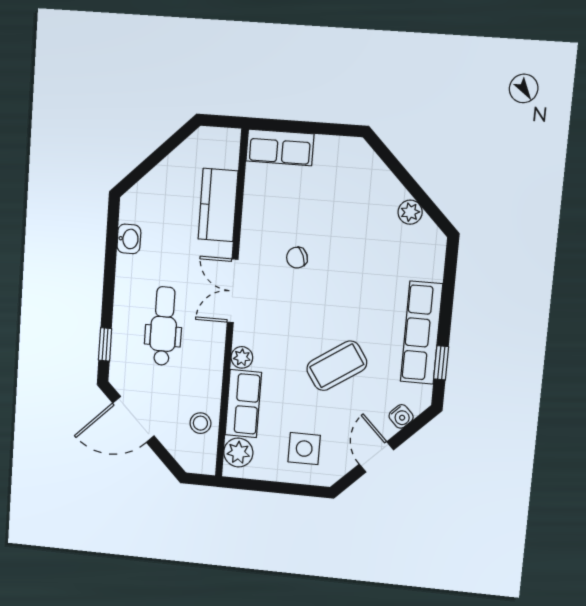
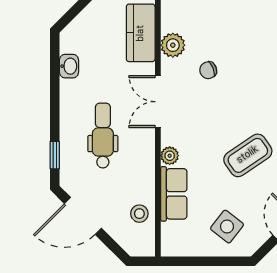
side table: (304, 449) -> (227, 227), turned 38
plant: (238, 452) -> (173, 45), moved

